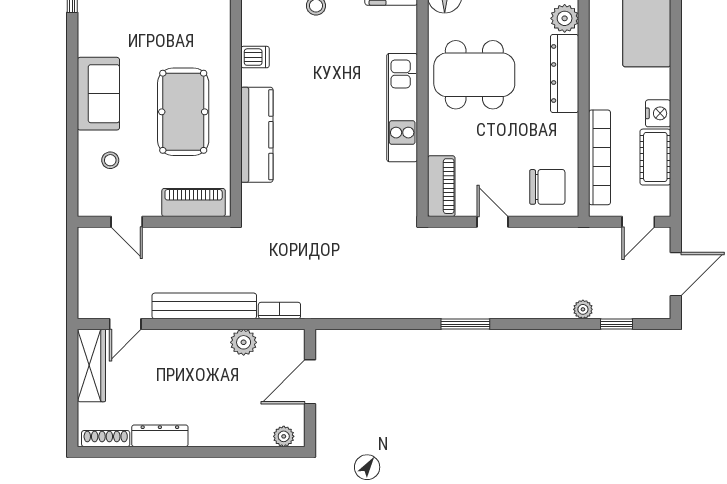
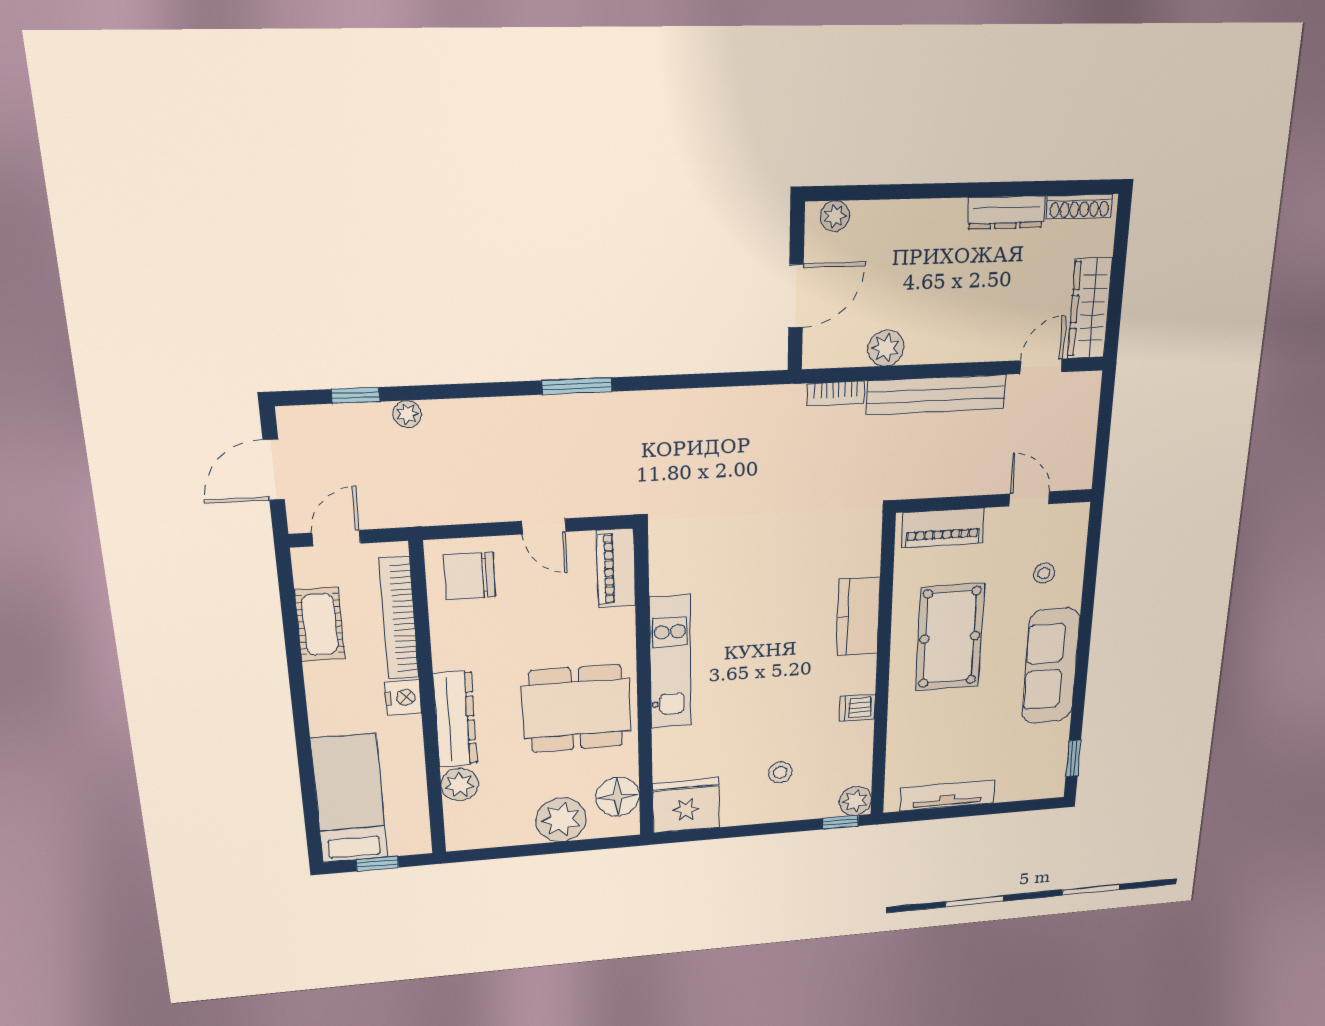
sofa: (98, 94) -> (1051, 666), width x1.36
nightstand: (658, 113) -> (403, 698), moved, turned 180
kitchen counter: (257, 135) -> (858, 616), width x0.67

